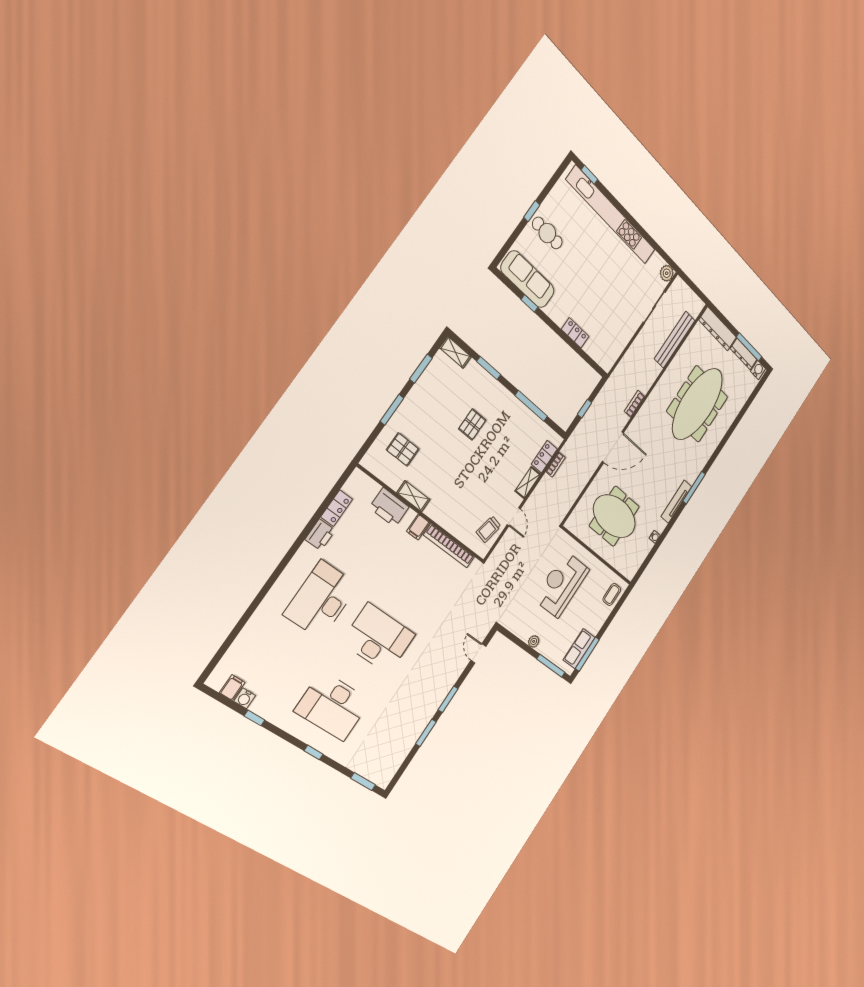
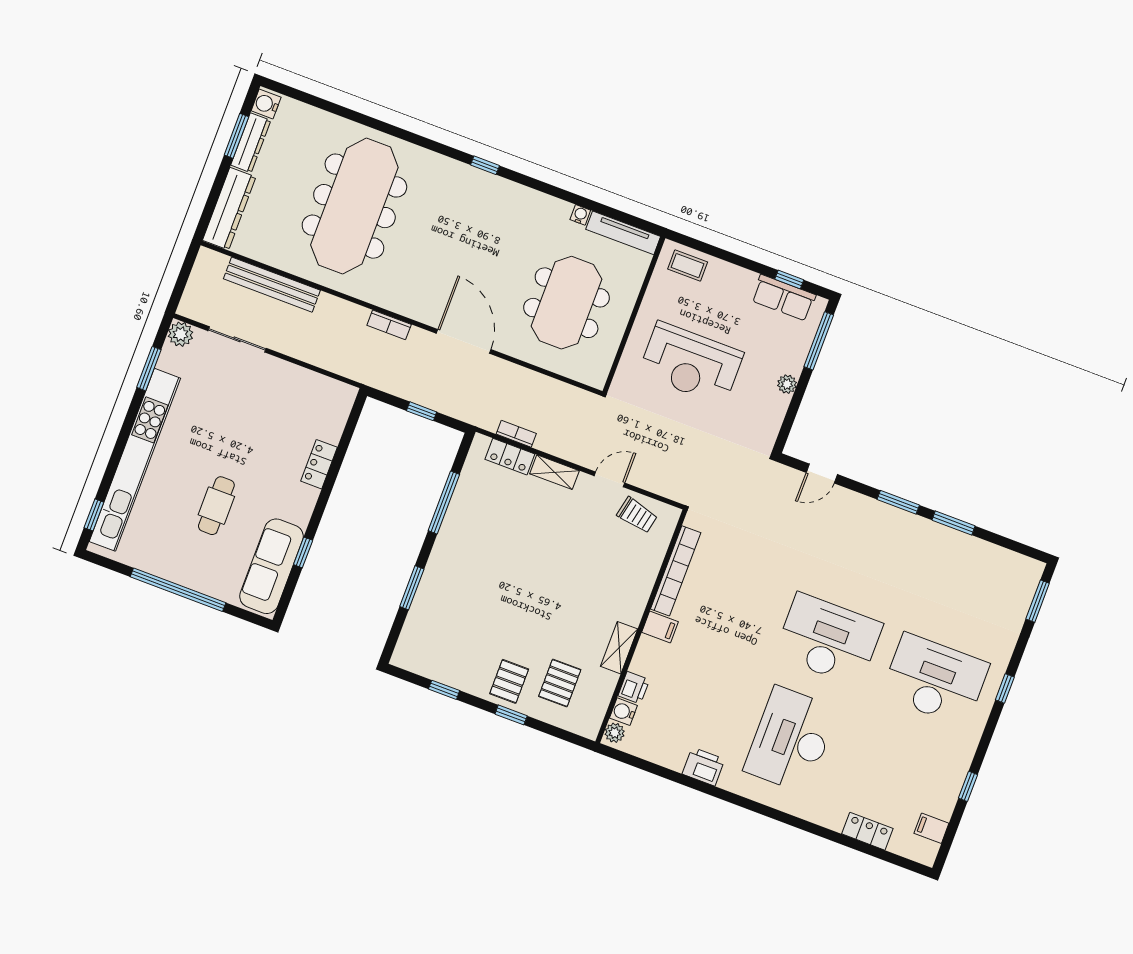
window: (532, 211) -> (178, 590), width x3.17
cafe table: (547, 233) -> (216, 506), moved
window: (655, 246) -> (149, 369), added
window: (749, 347) -> (236, 136), width x0.69
shelving: (455, 352) -> (407, 646), removed
window: (421, 369) -> (444, 690), width x0.67
meeting table: (697, 404) -> (354, 206), turned 90
window: (392, 410) -> (511, 715), width x0.67
pallet: (472, 424) -> (509, 681), moved, turned 90
plant: (360, 478) -> (615, 733), added
window: (694, 488) -> (485, 165), width x0.46
tv unit: (676, 502) -> (623, 233), moved
printer: (389, 507) -> (634, 688), width x0.53, depth x0.68
locker: (337, 508) -> (867, 831), moved
desk: (321, 600) -> (791, 740), turned 90
desk: (378, 638) -> (828, 640), turned 90
window: (587, 654) -> (789, 280), width x0.46
water cooler: (245, 698) -> (623, 712), moved, turned 180
desk: (333, 706) -> (935, 680), turned -90

